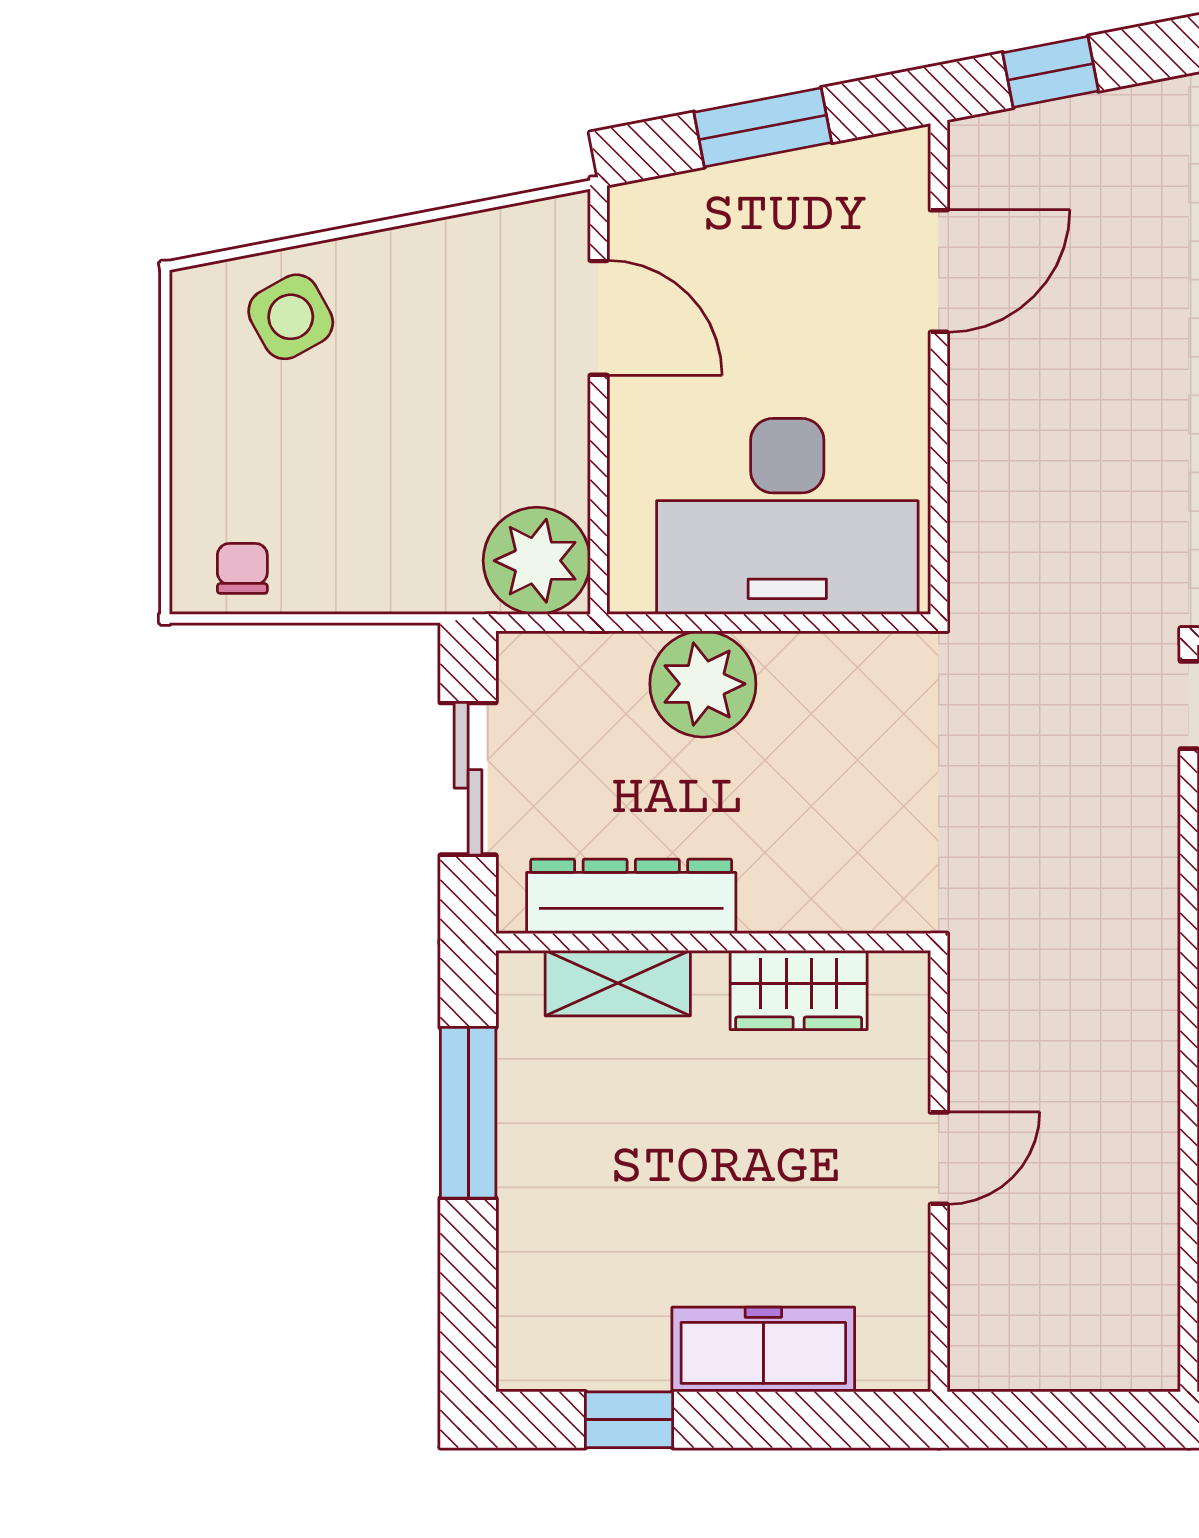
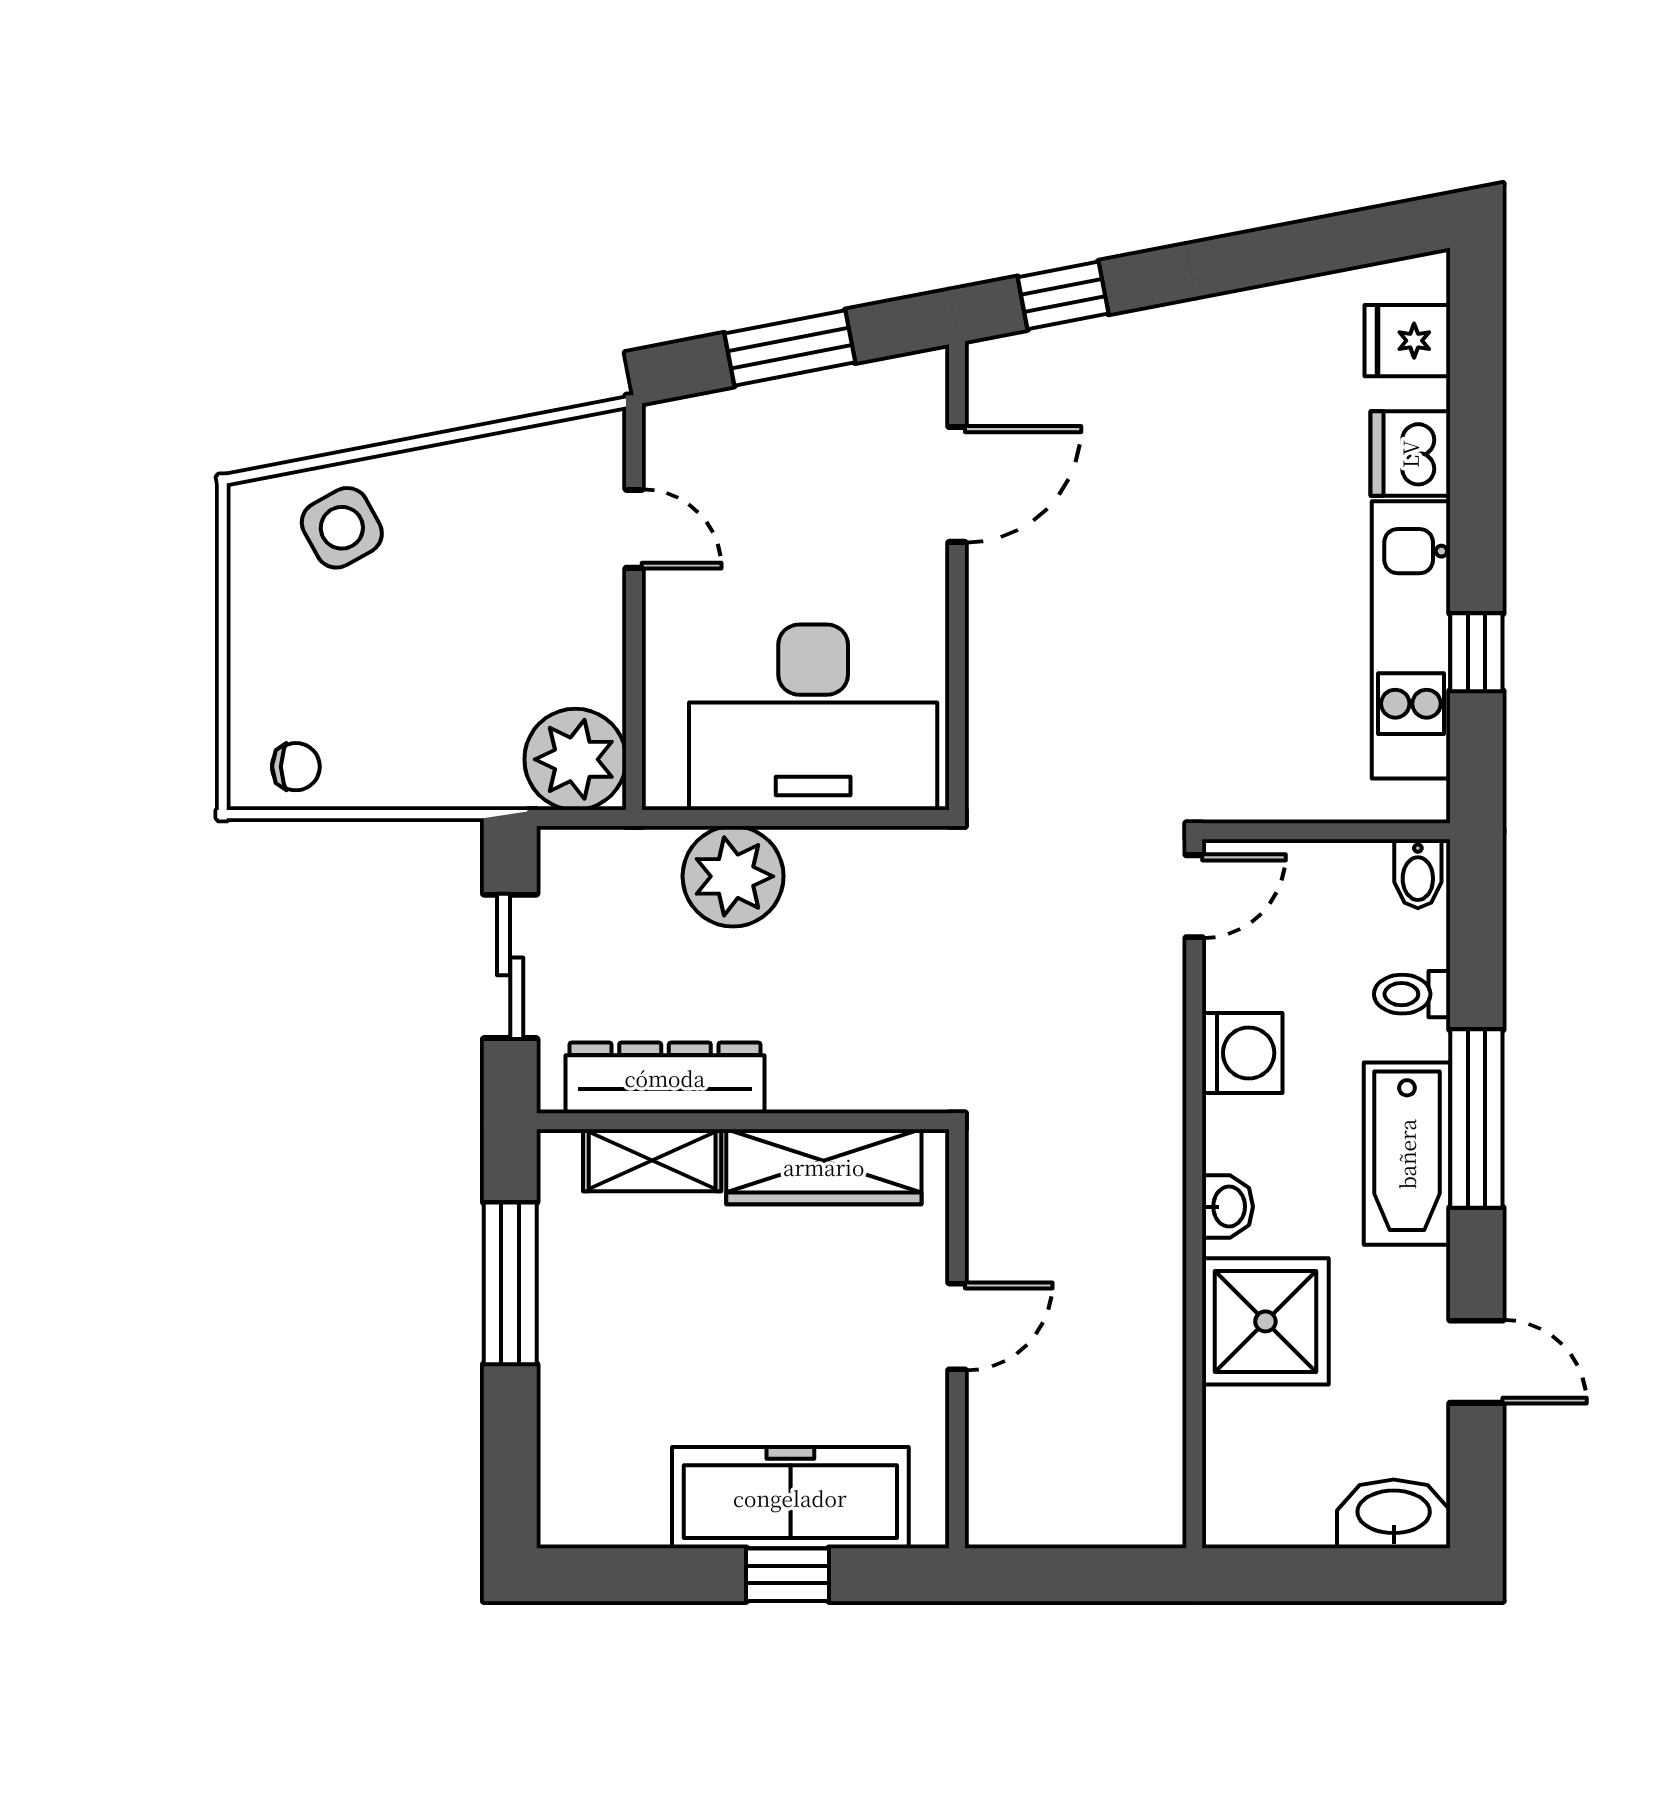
door: (599, 318) -> (634, 529), width x0.73
chair: (242, 568) -> (296, 767), turned 90
wardrobe: (799, 990) -> (824, 1167), width x1.50
freezer: (763, 1350) -> (790, 1498), width x1.36, depth x1.26
window: (629, 1420) -> (788, 1575), moved

